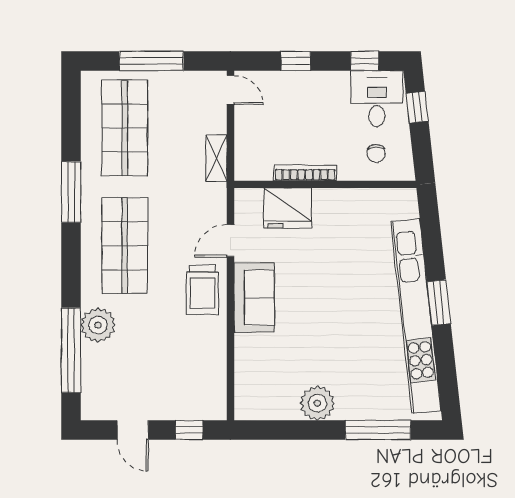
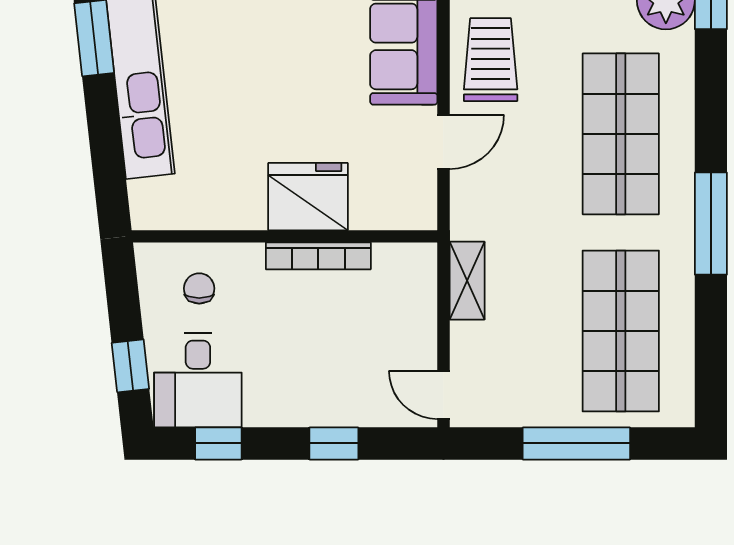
fridge: (288, 208) -> (308, 197), moved

